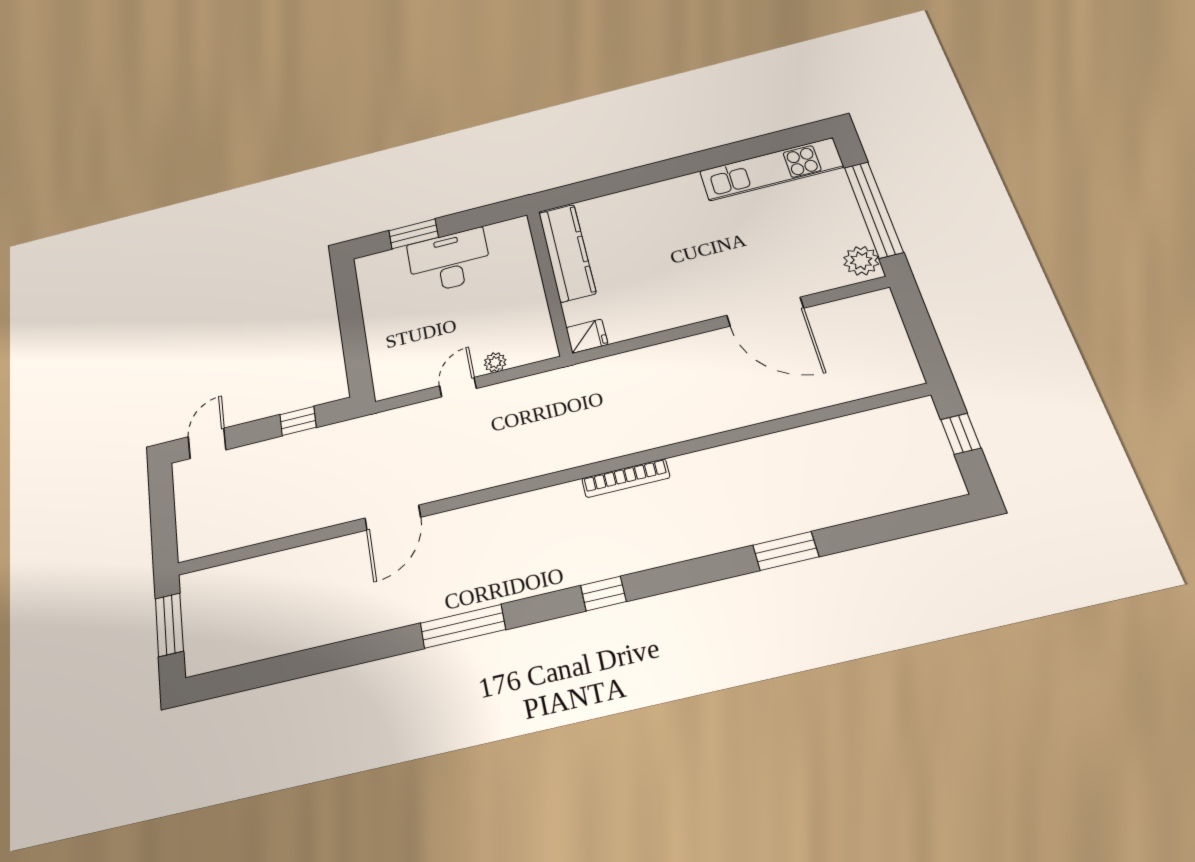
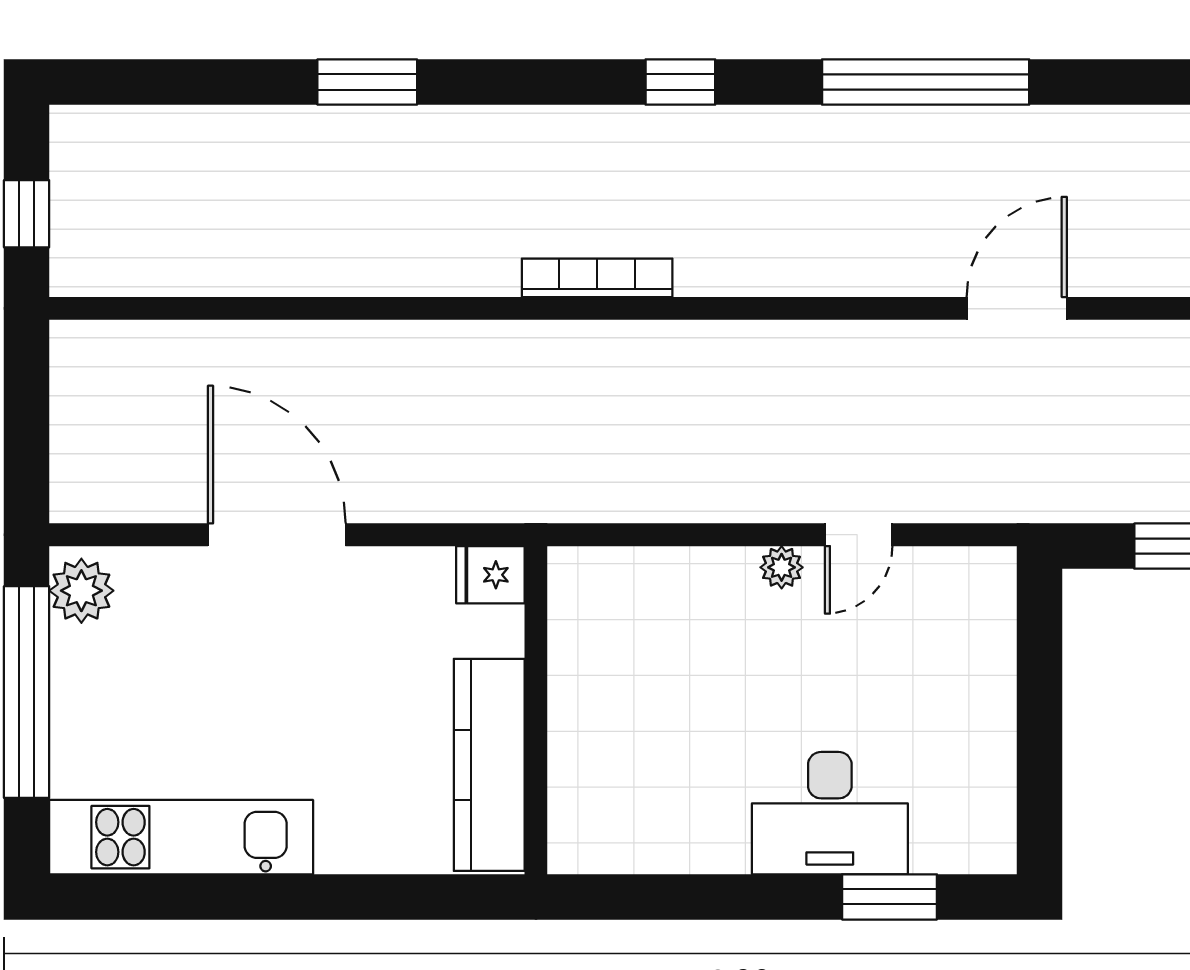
kitchen counter: (567, 253) -> (489, 765), moved
wall: (549, 282) -> (536, 710), moved
fridge: (587, 336) -> (490, 575), moved
window: (463, 626) -> (926, 82), width x1.46

